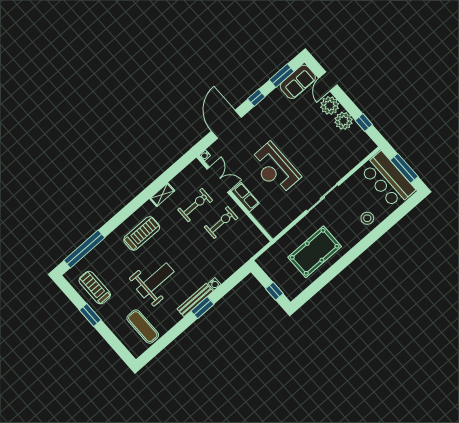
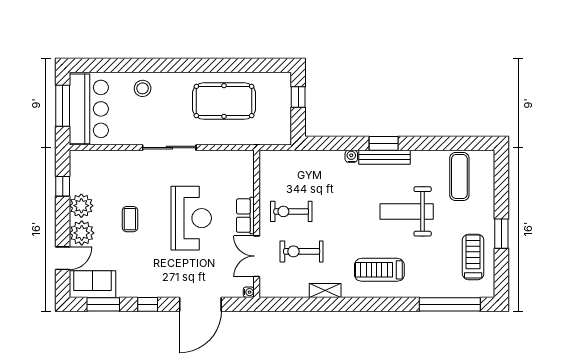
coffee table: (309, 137) -> (130, 219), added
treadmill: (95, 288) -> (473, 257), turned 180

